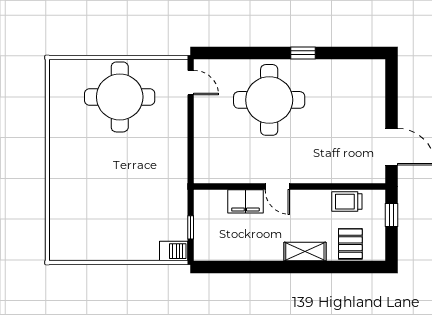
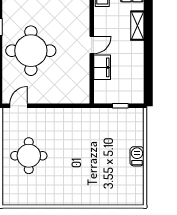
round table: (120, 97) -> (29, 156), width x0.73, depth x0.73
barbecue: (174, 251) -> (137, 156), moved

